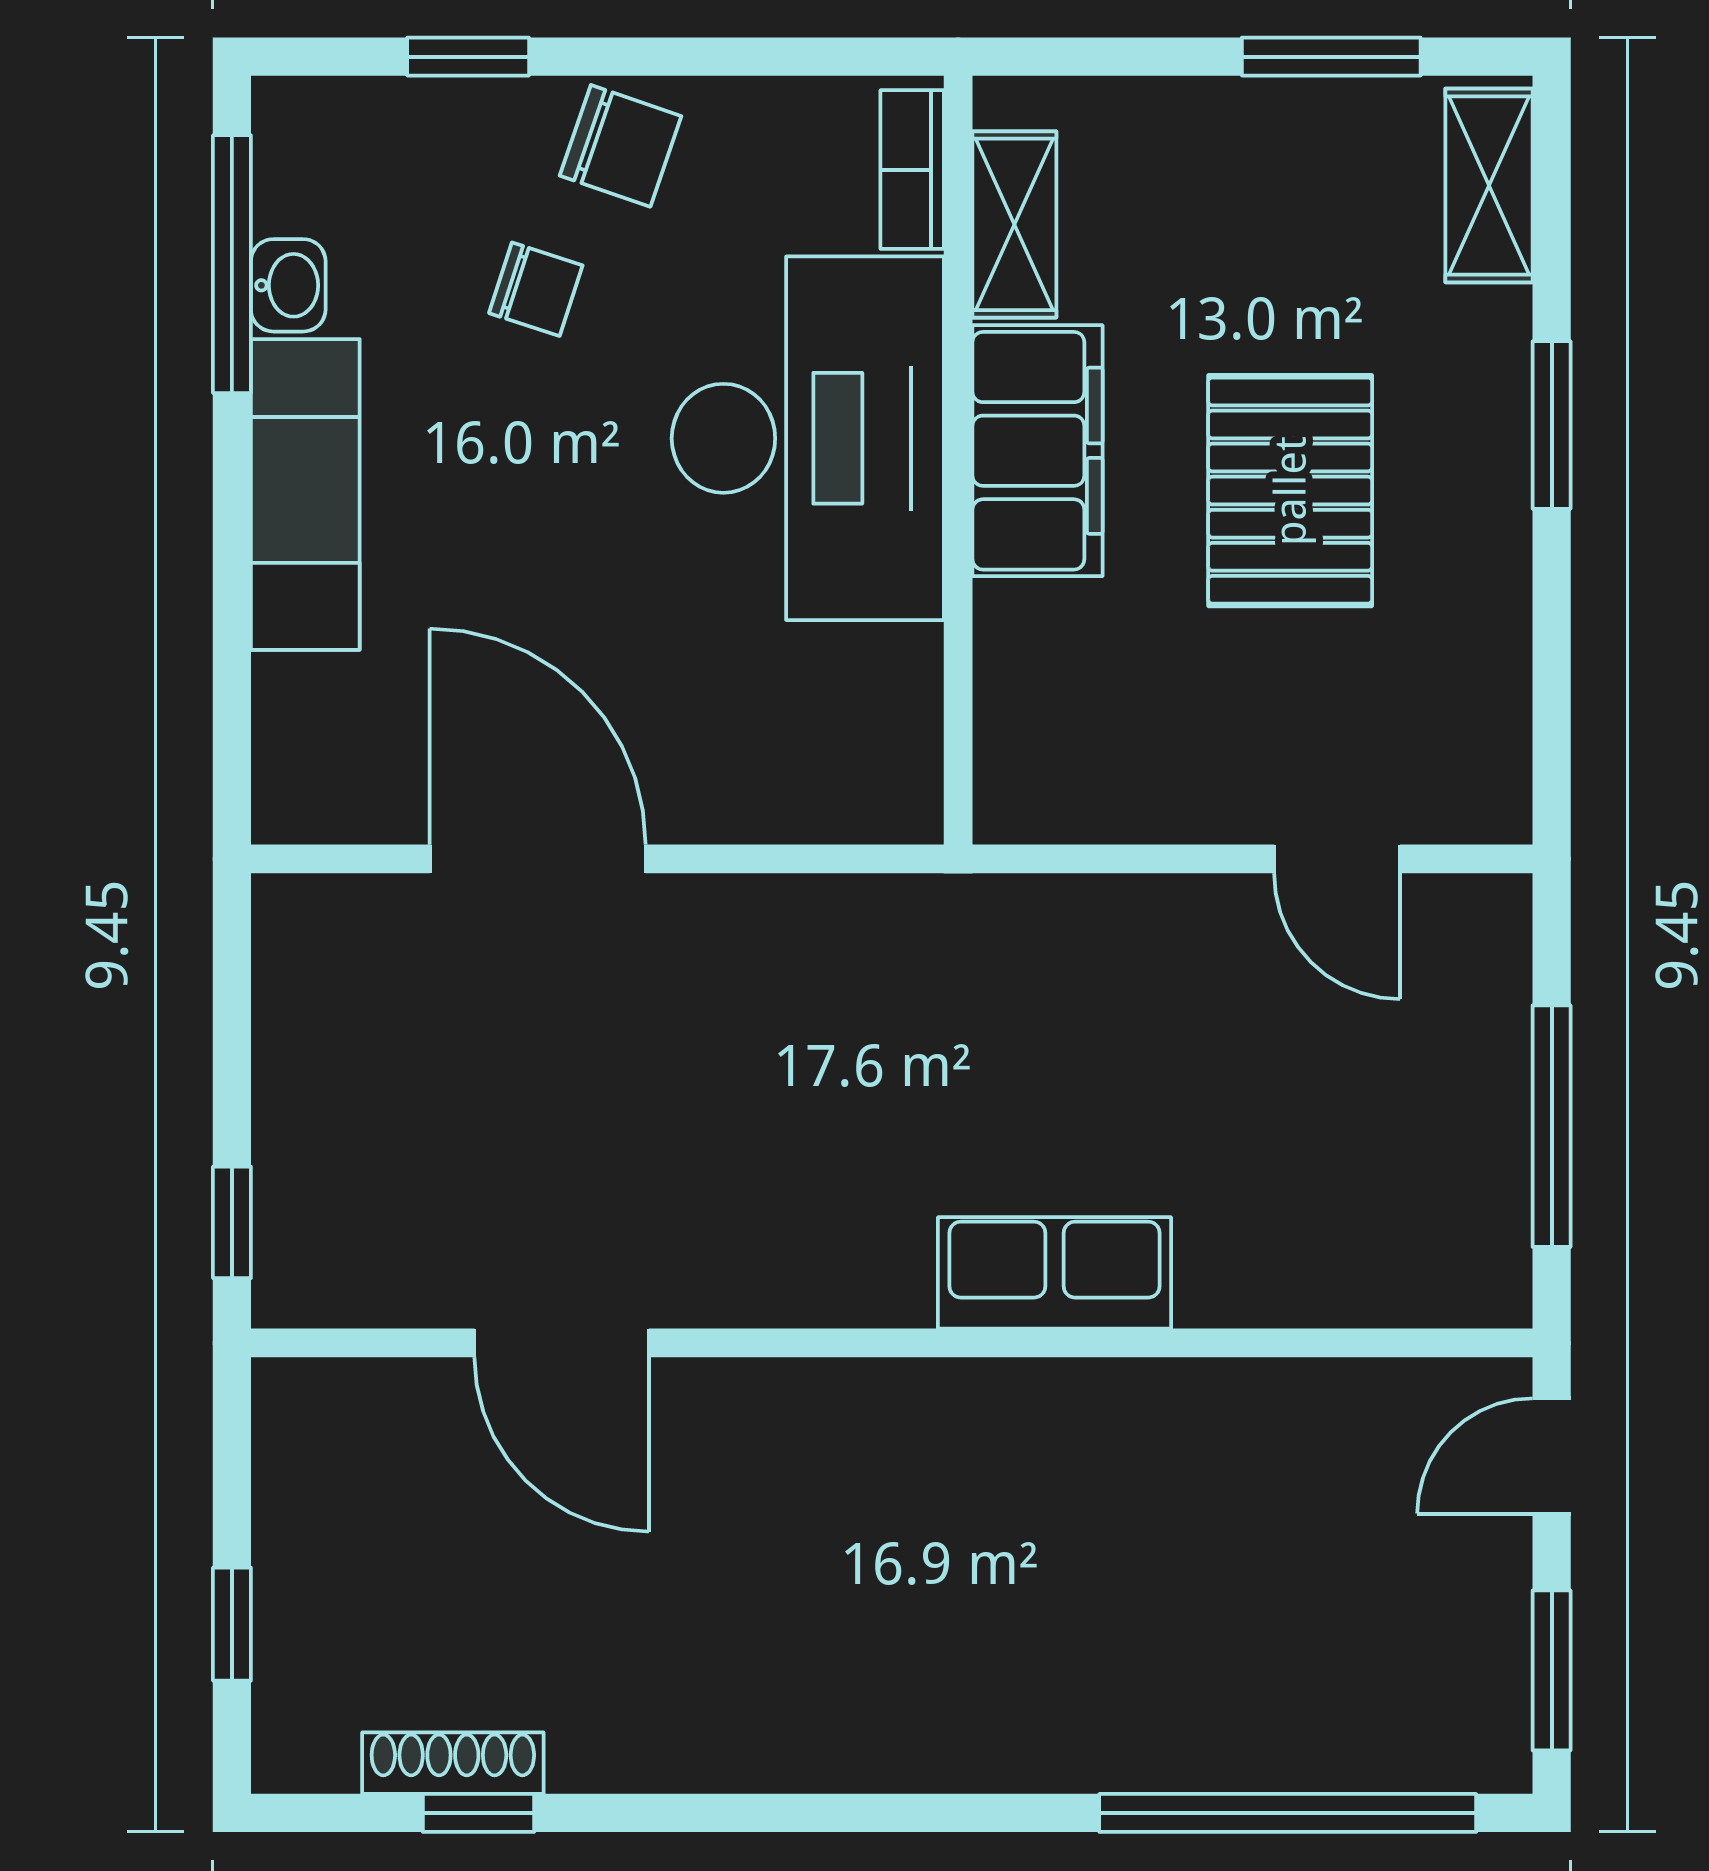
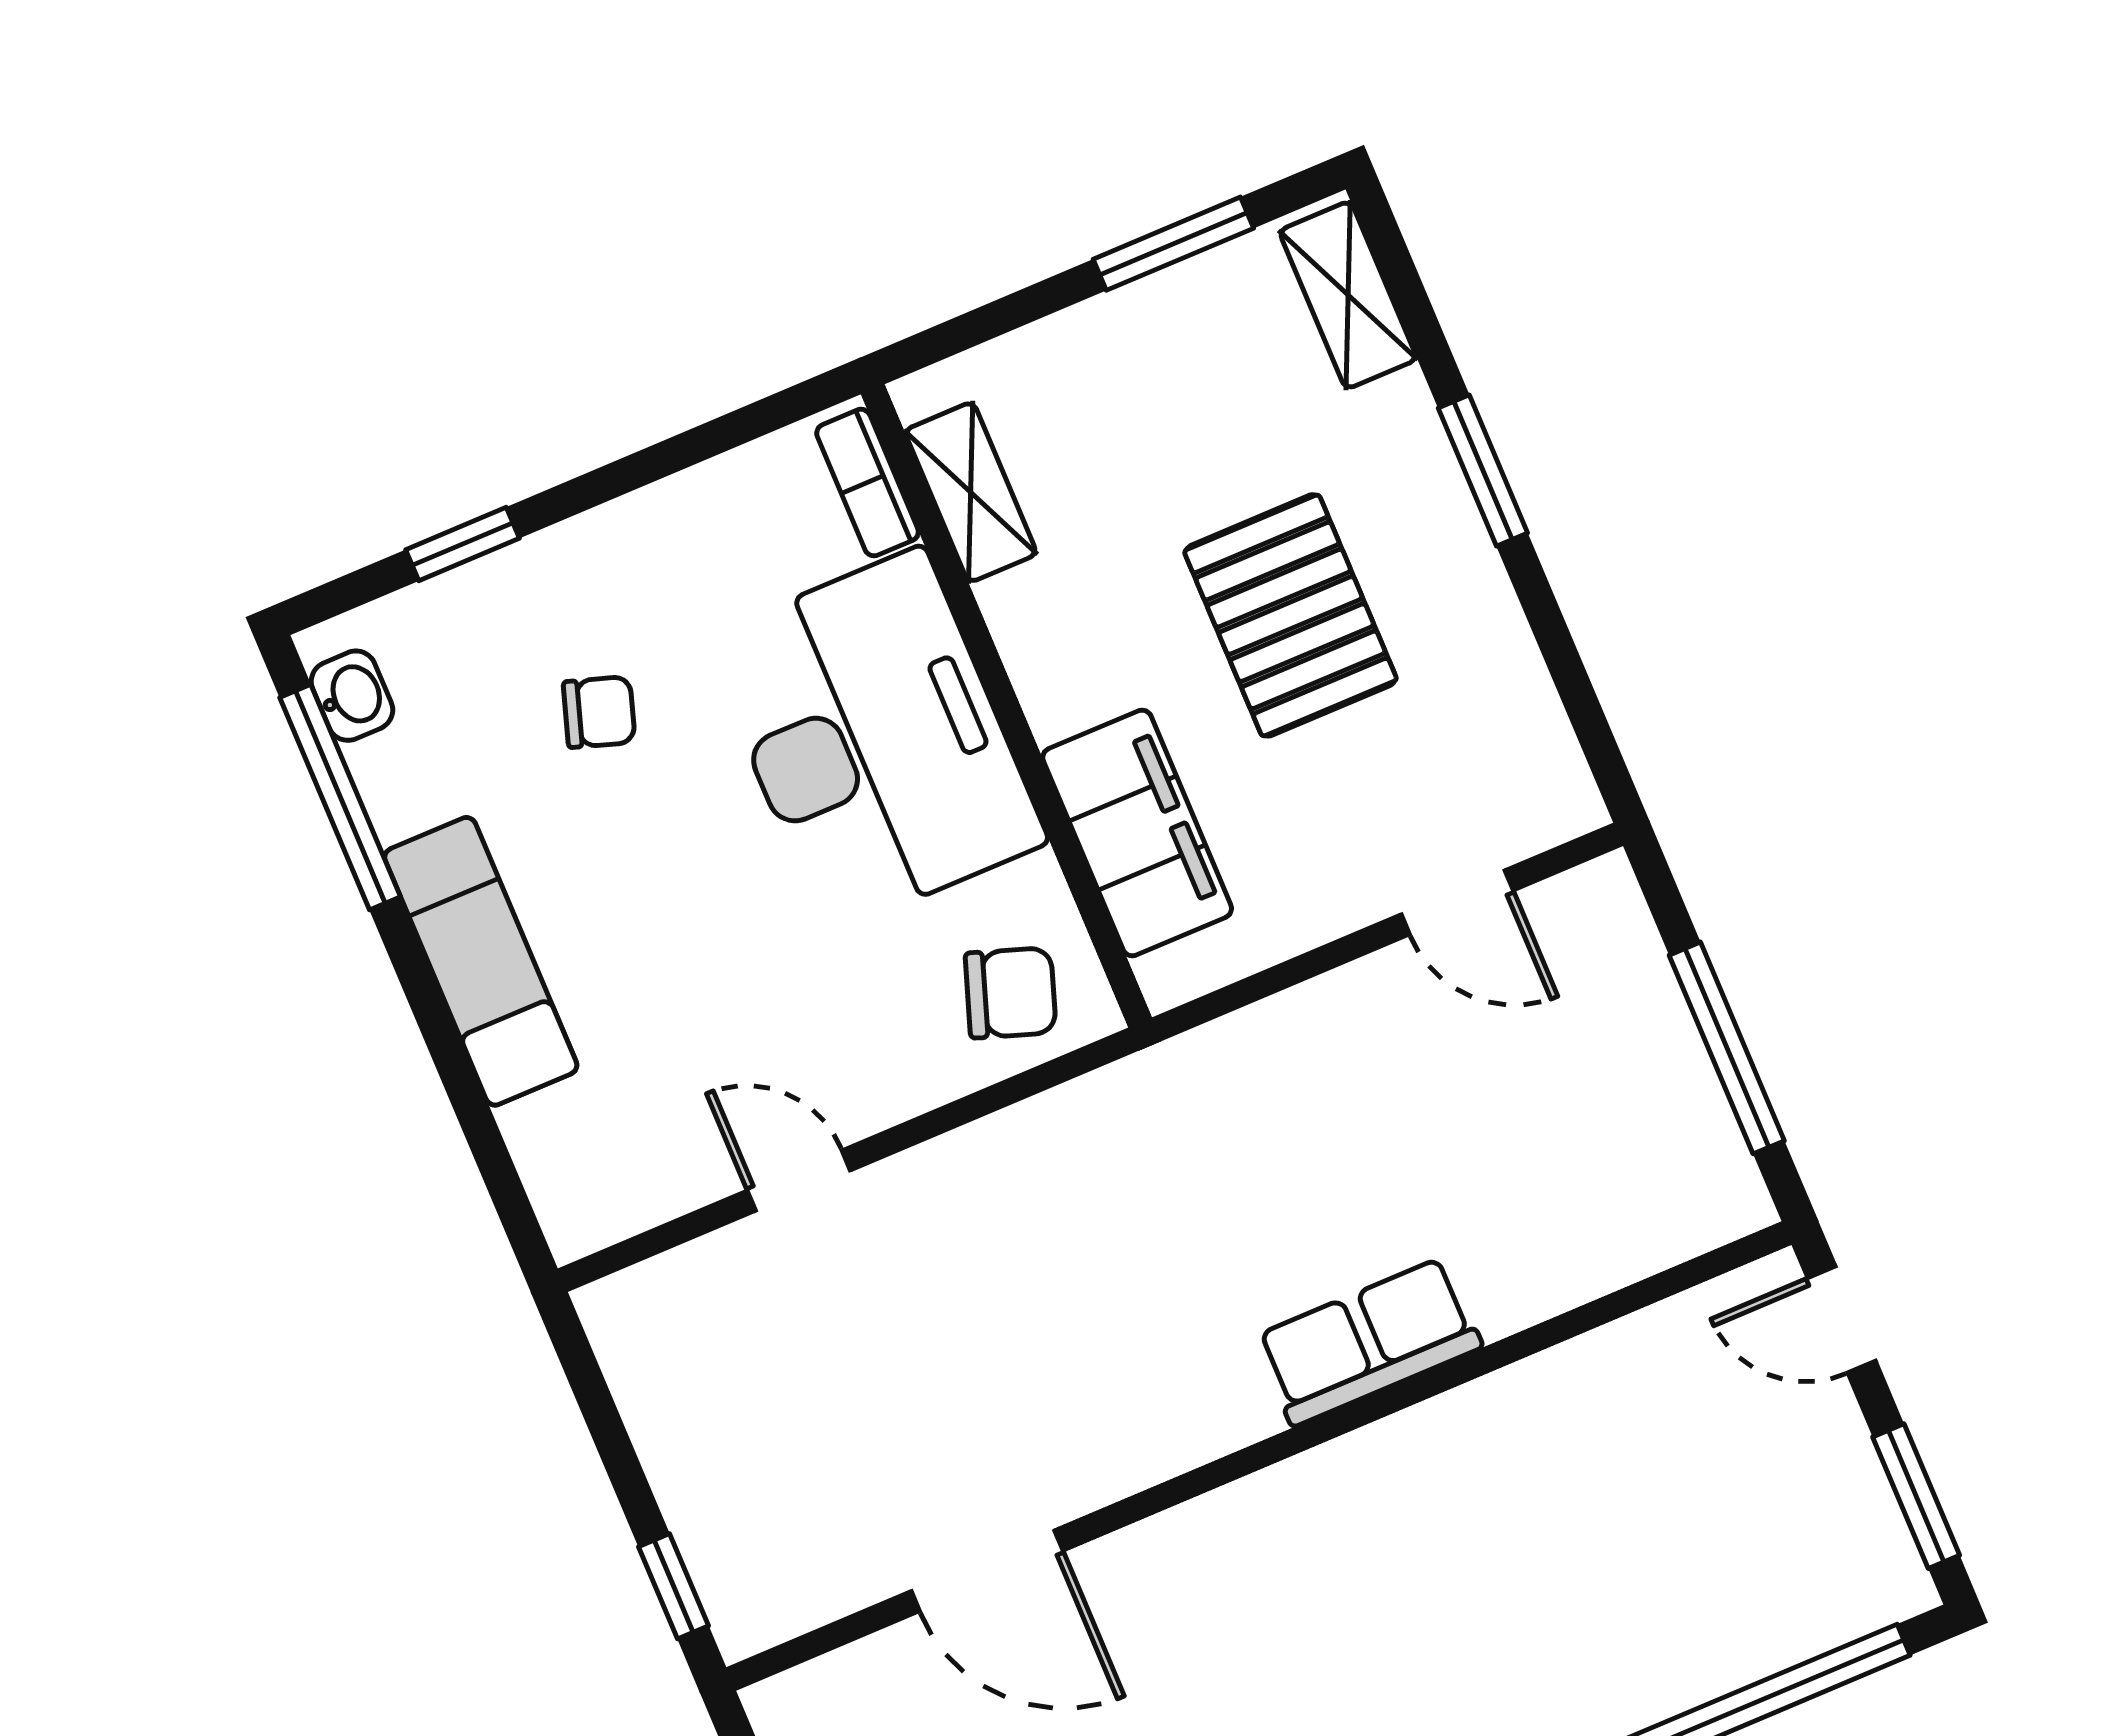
chair: (621, 146) -> (1011, 993), moved
washbasin: (288, 285) -> (352, 696), moved
filing cabinet: (1038, 451) -> (1137, 833), moved
door: (538, 859) -> (799, 1180), width x0.53
door: (1552, 1456) -> (1842, 1320), hinge flipped

